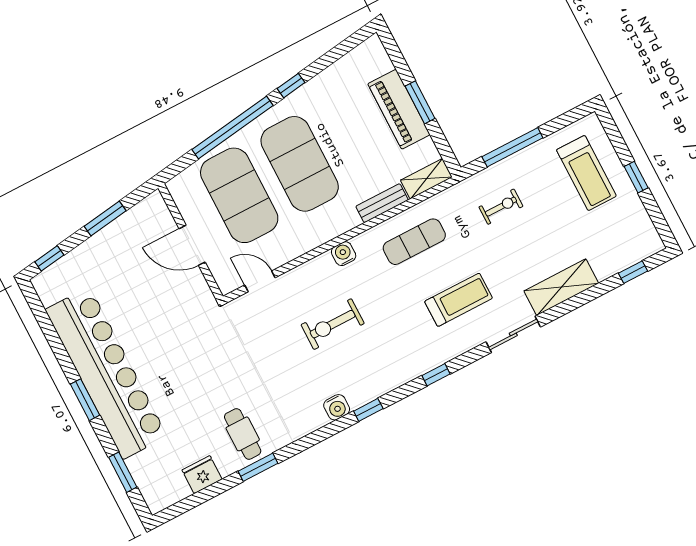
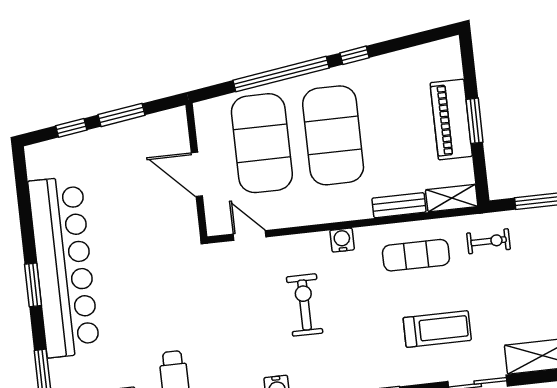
exercise bike: (501, 207) -> (489, 241), moved
window: (49, 258) -> (71, 128), moved
exercise bike: (333, 324) -> (304, 305), turned 90

